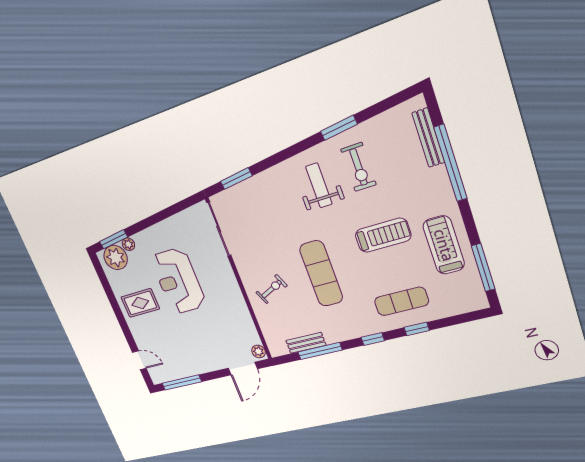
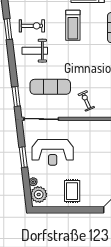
treadmill: (383, 235) -> (73, 25), turned 180
window: (114, 239) -> (23, 157), moved
exercise mat: (321, 274) -> (50, 87), moved
reception desk: (178, 281) -> (53, 152), moved

